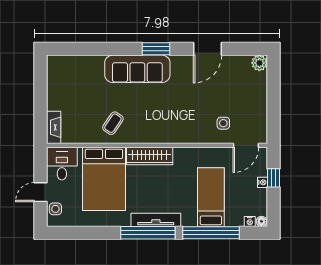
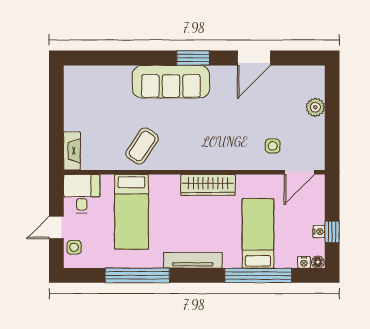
plant: (259, 63) -> (315, 107), moved
coffee table: (113, 123) -> (142, 146), width x1.36, depth x1.30
wardrobe: (150, 156) -> (208, 185), moved
window: (274, 178) -> (332, 232), moved
bed: (104, 179) -> (131, 212), width x0.67
nightstand: (262, 182) -> (319, 232), moved
window: (148, 233) -> (137, 275), moved

